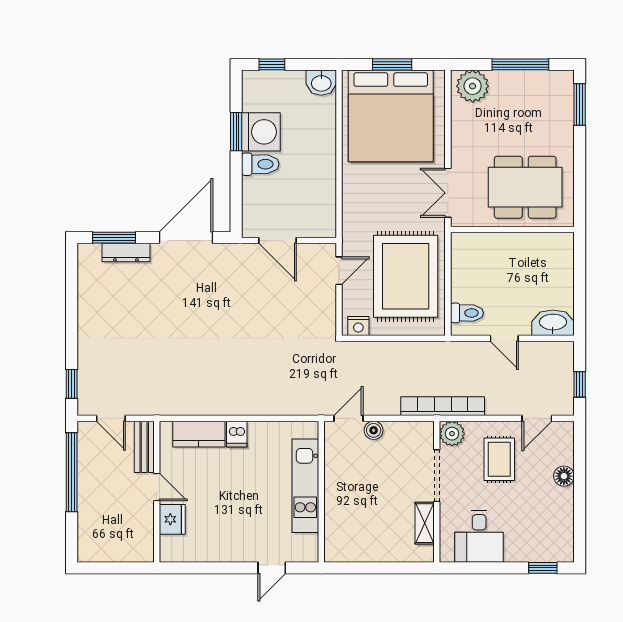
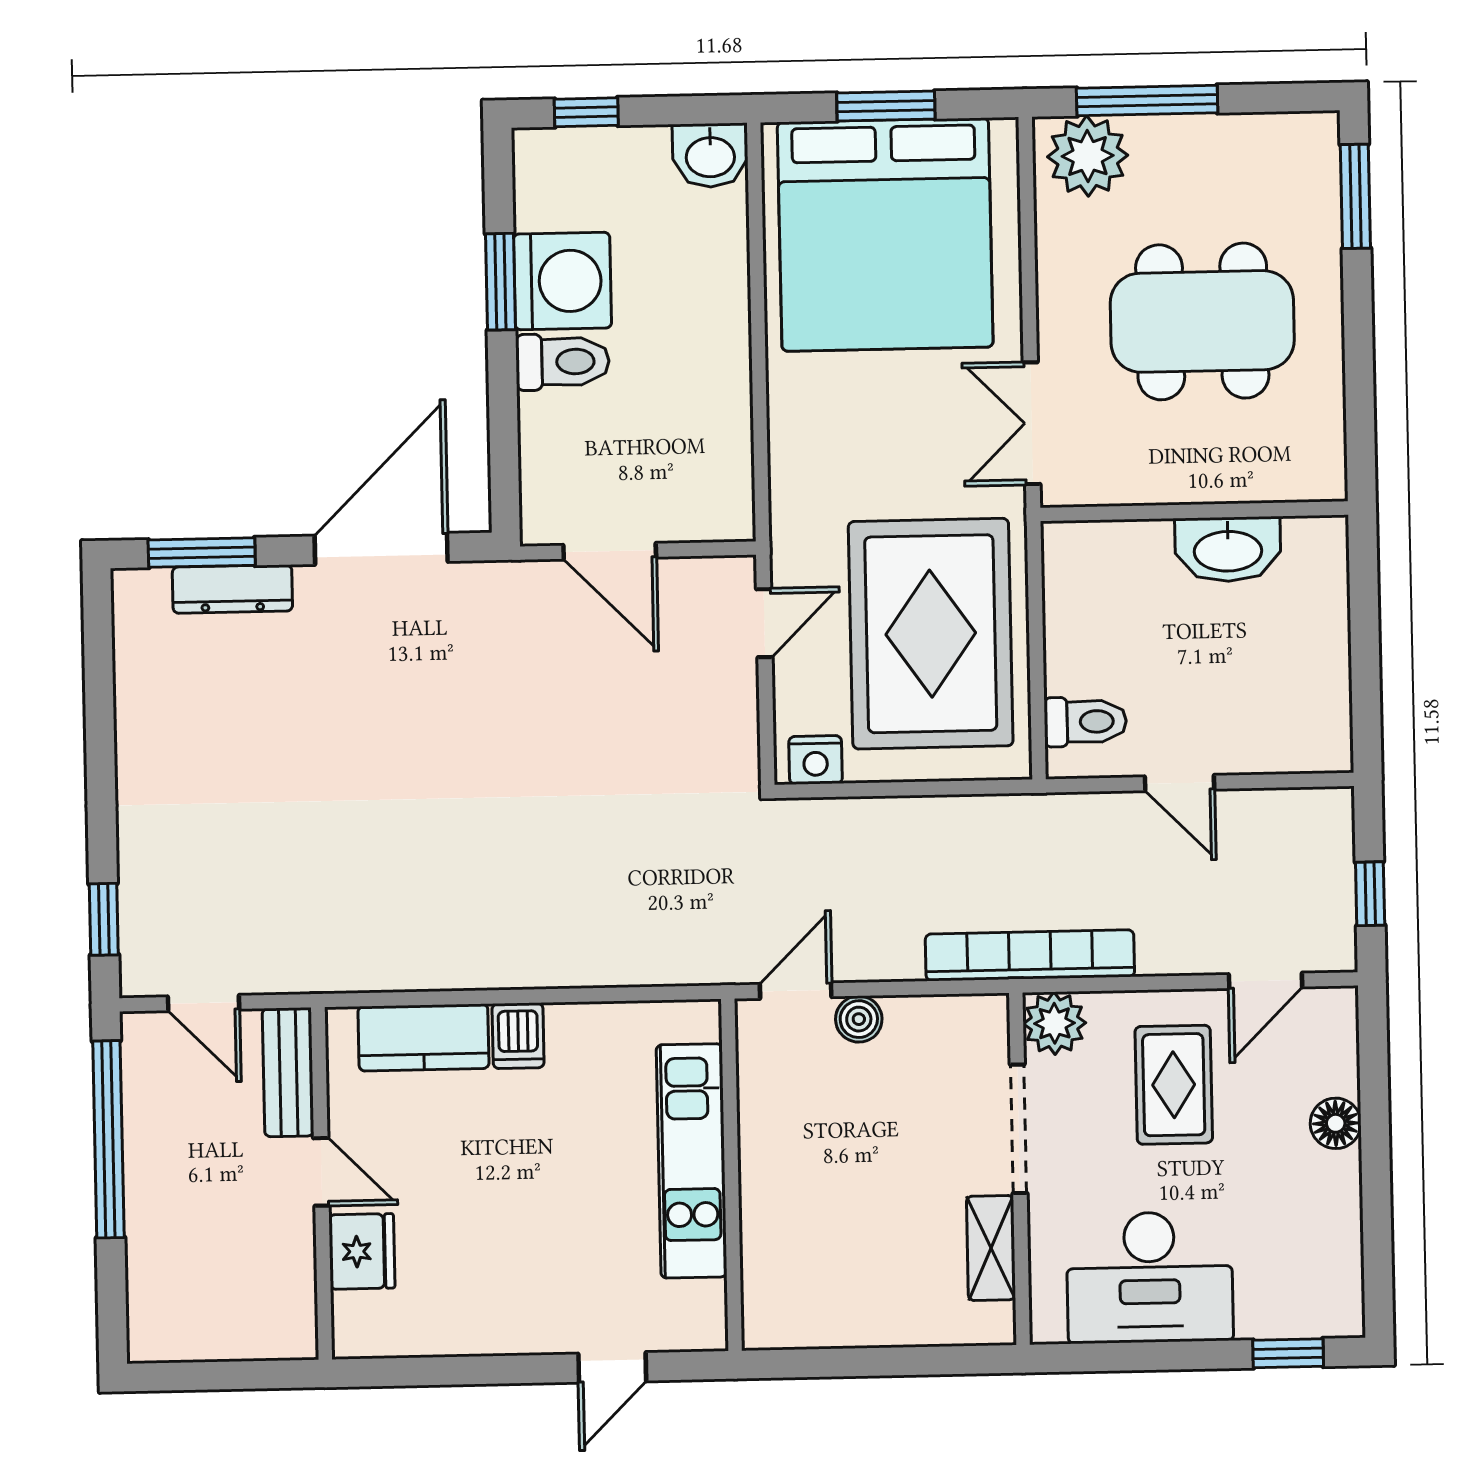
window: (520, 64) -> (1147, 101), moved
dining table: (525, 187) -> (1202, 321), moved
washbasin: (553, 323) -> (1228, 549), moved, turned 180
desk: (479, 536) -> (1150, 1277), width x1.37

